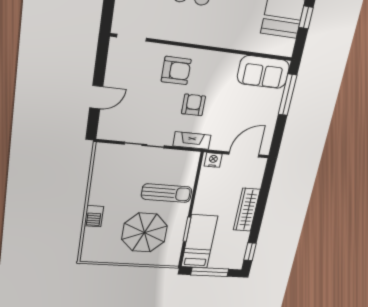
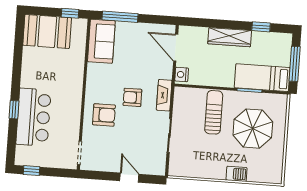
window: (306, 17) -> (70, 13), moved
armchair: (176, 70) -> (104, 115), turned 90
window: (250, 252) -> (261, 27), moved

